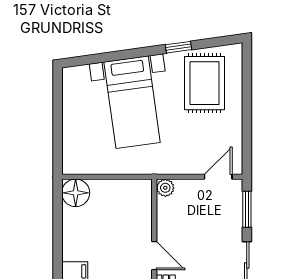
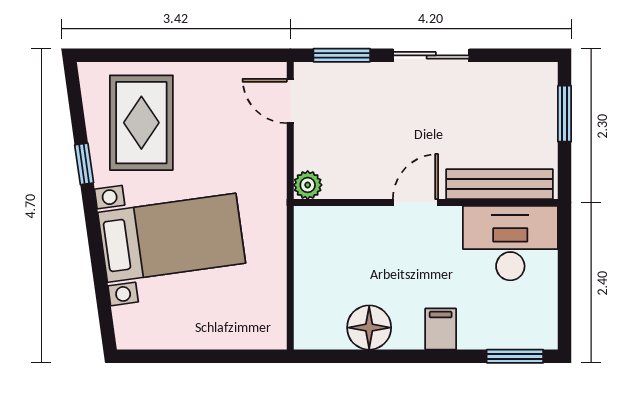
rug: (204, 83) -> (141, 123), turned 90
floor lamp: (76, 193) -> (369, 328), moved

